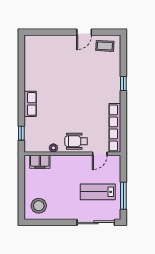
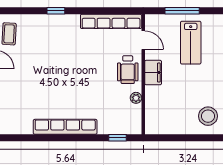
row of seats: (30, 104) -> (65, 127), width x2.02
filing cabinet: (40, 162) -> (153, 73), moved
window: (123, 196) -> (182, 11), moved

